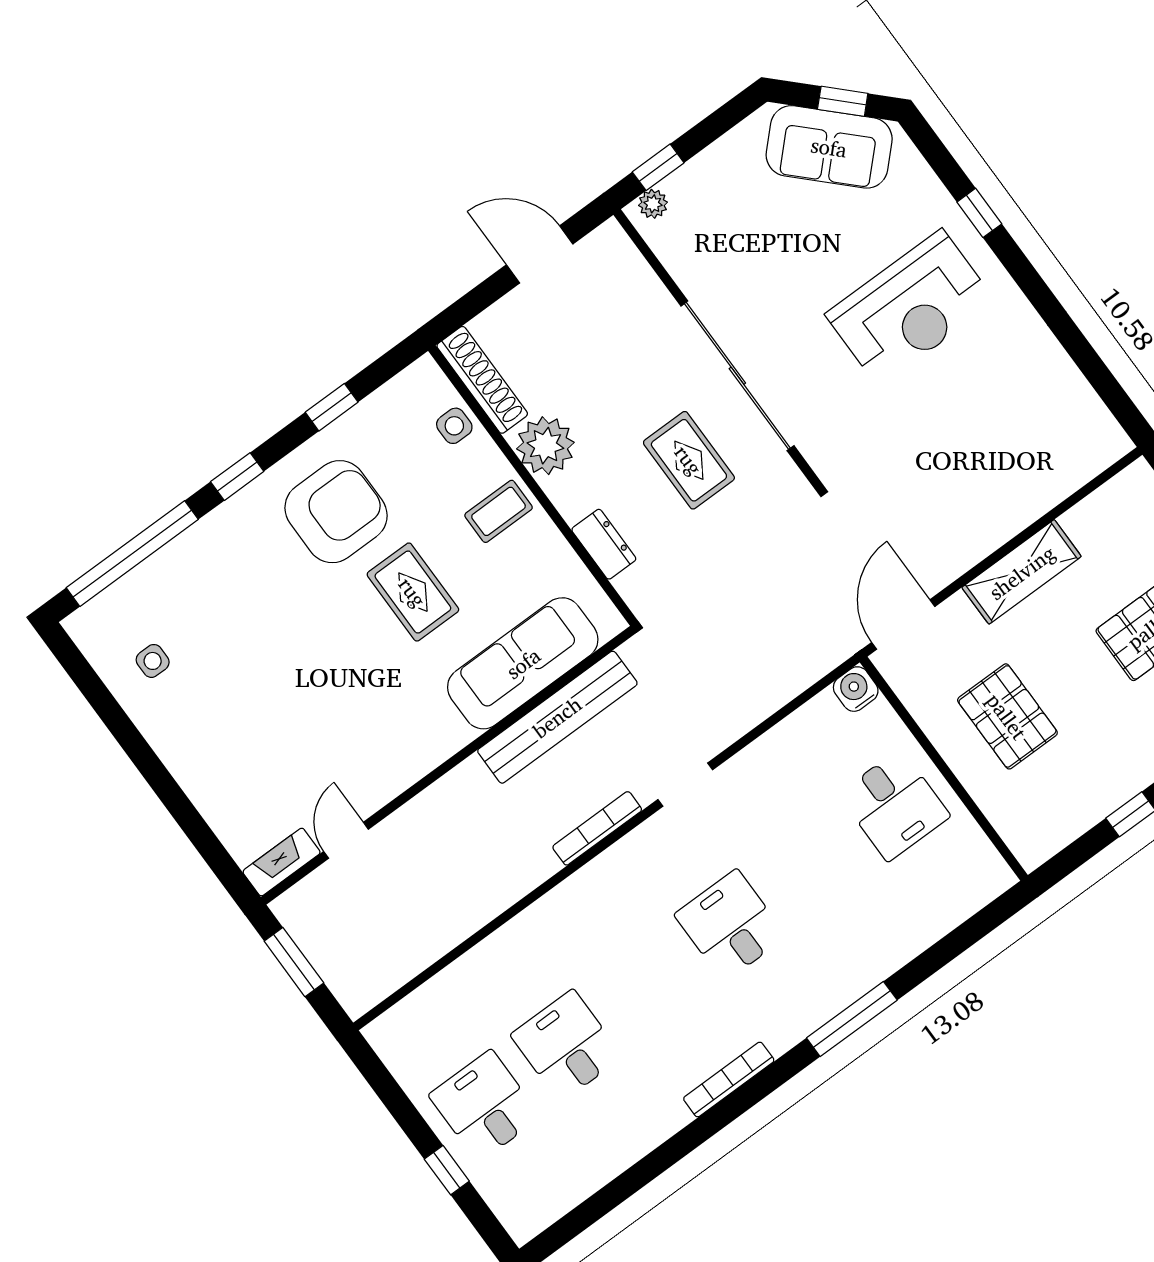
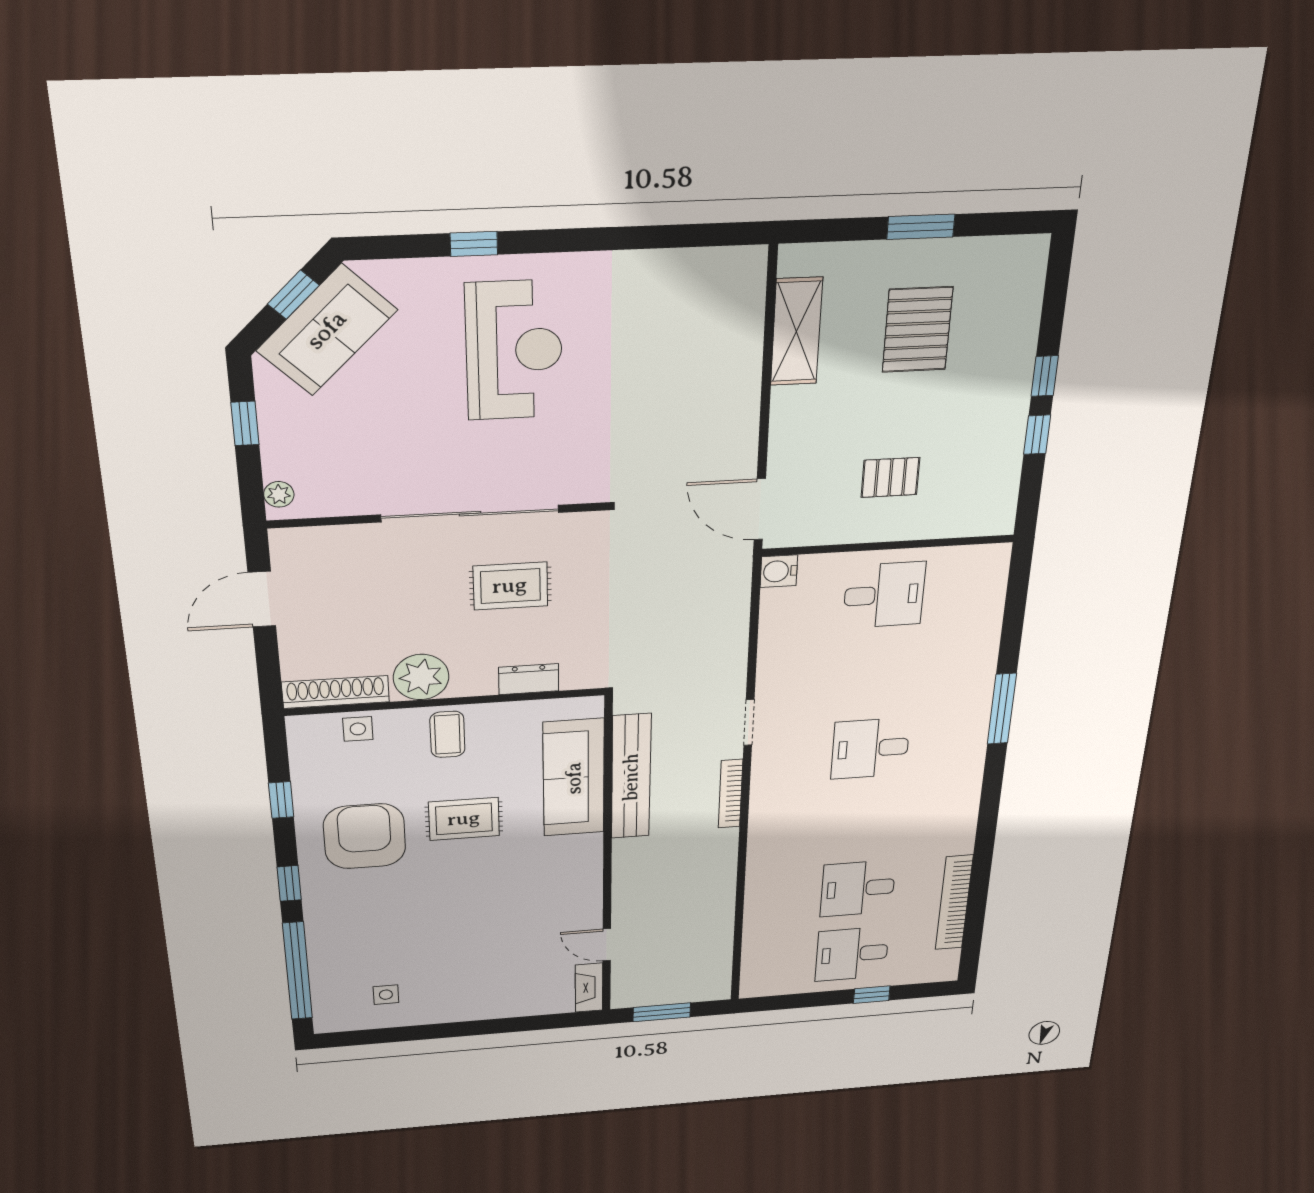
window: (658, 167) -> (245, 423), moved
shelving: (1022, 572) -> (796, 332), moved
pallet: (1007, 716) -> (890, 477), width x0.67, depth x0.71
bookcase: (729, 1080) -> (954, 903), moved, width x1.48, depth x1.31

